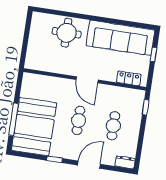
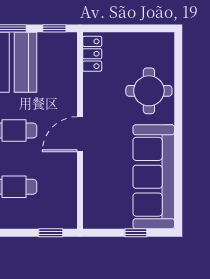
locker: (129, 78) -> (92, 54), moved
window: (19, 86) -> (54, 28), added

